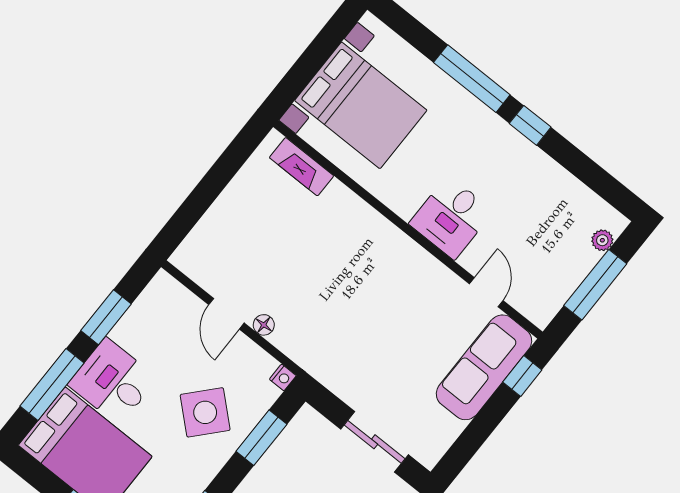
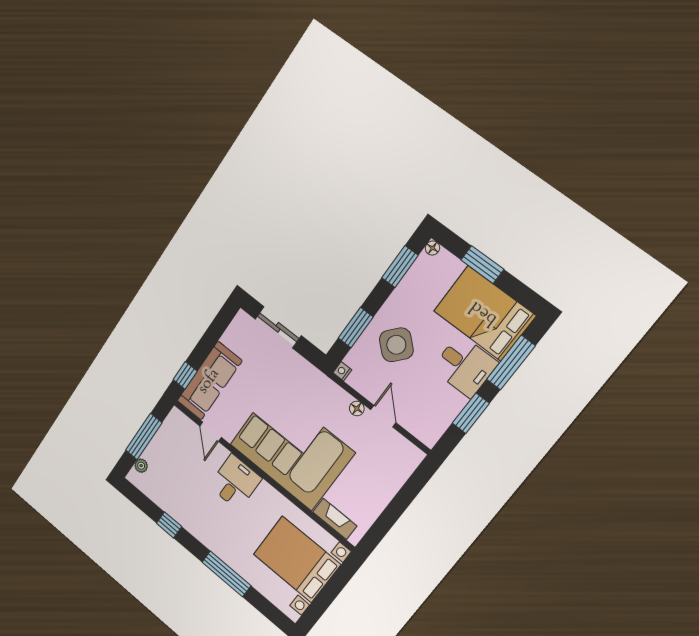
window: (530, 125) -> (169, 525), moved
corner sofa: (362, 268) -> (292, 448), added

